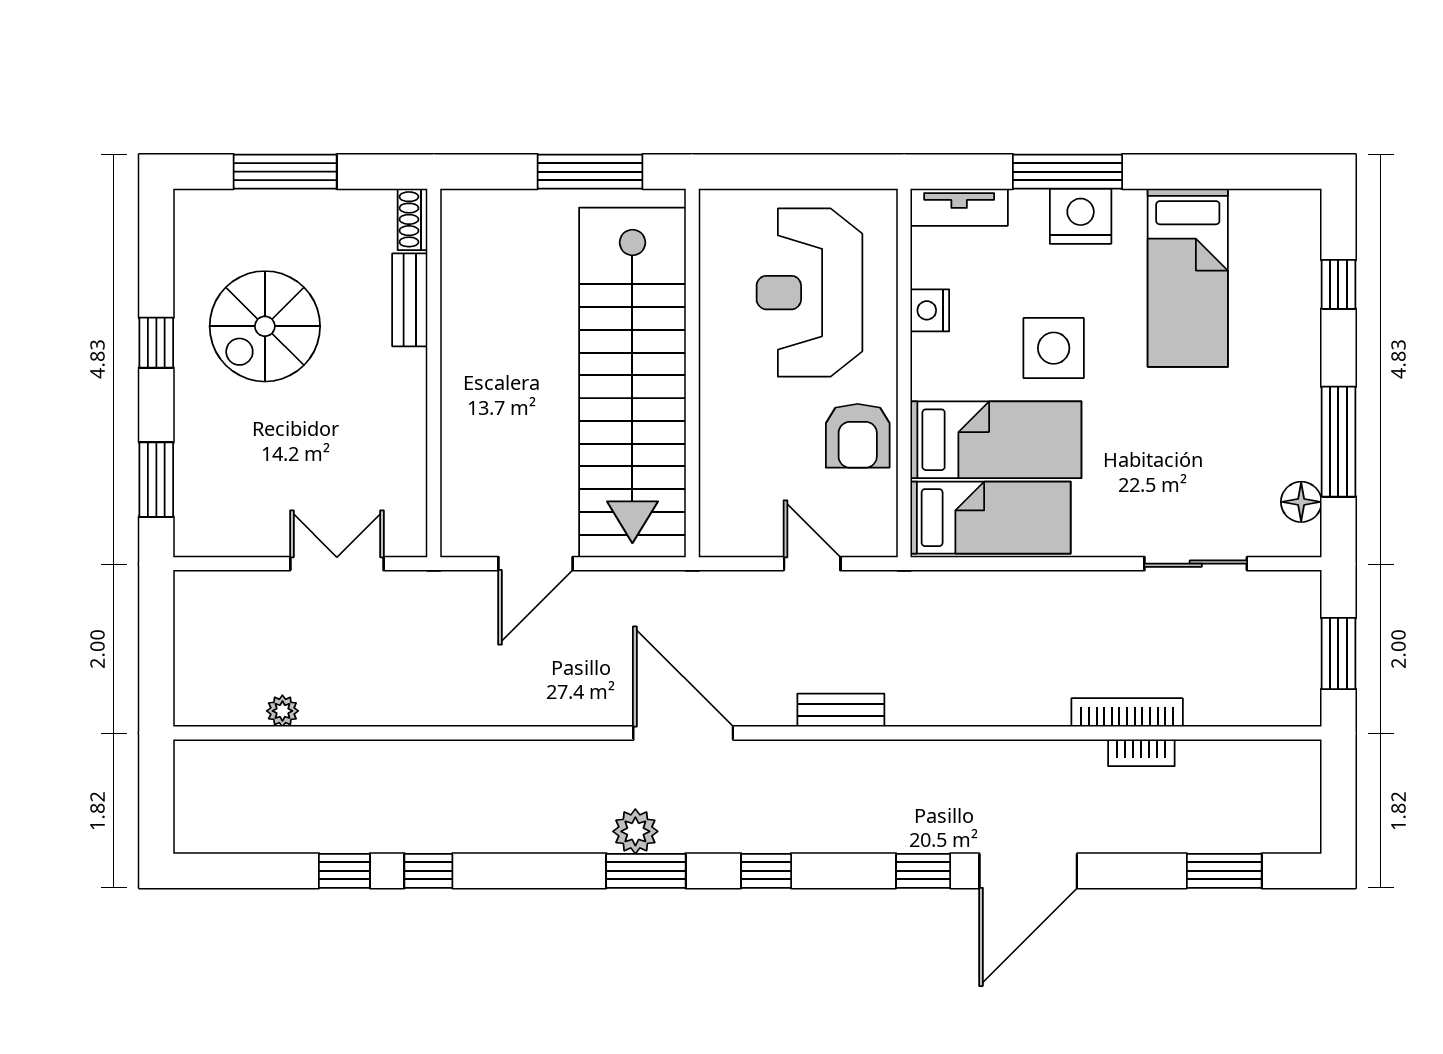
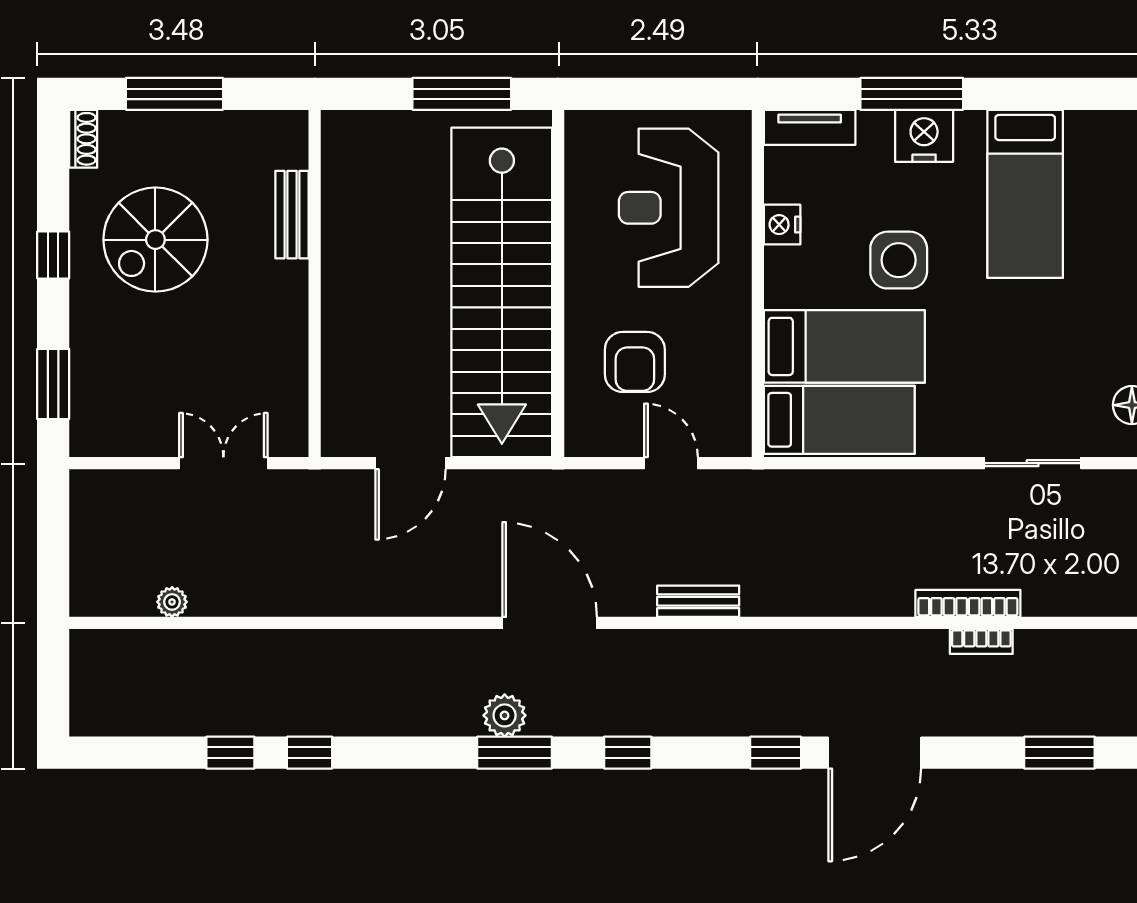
shoe rack: (413, 219) -> (83, 139), moved, turned 180
armchair: (858, 436) -> (635, 362), moved

